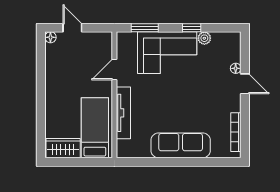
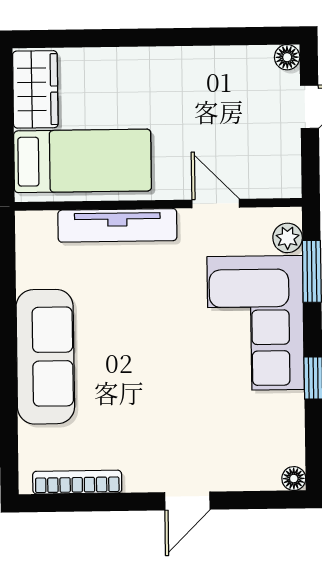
plant: (204, 38) -> (288, 238), moved
floor lamp: (236, 68) -> (294, 479), moved

